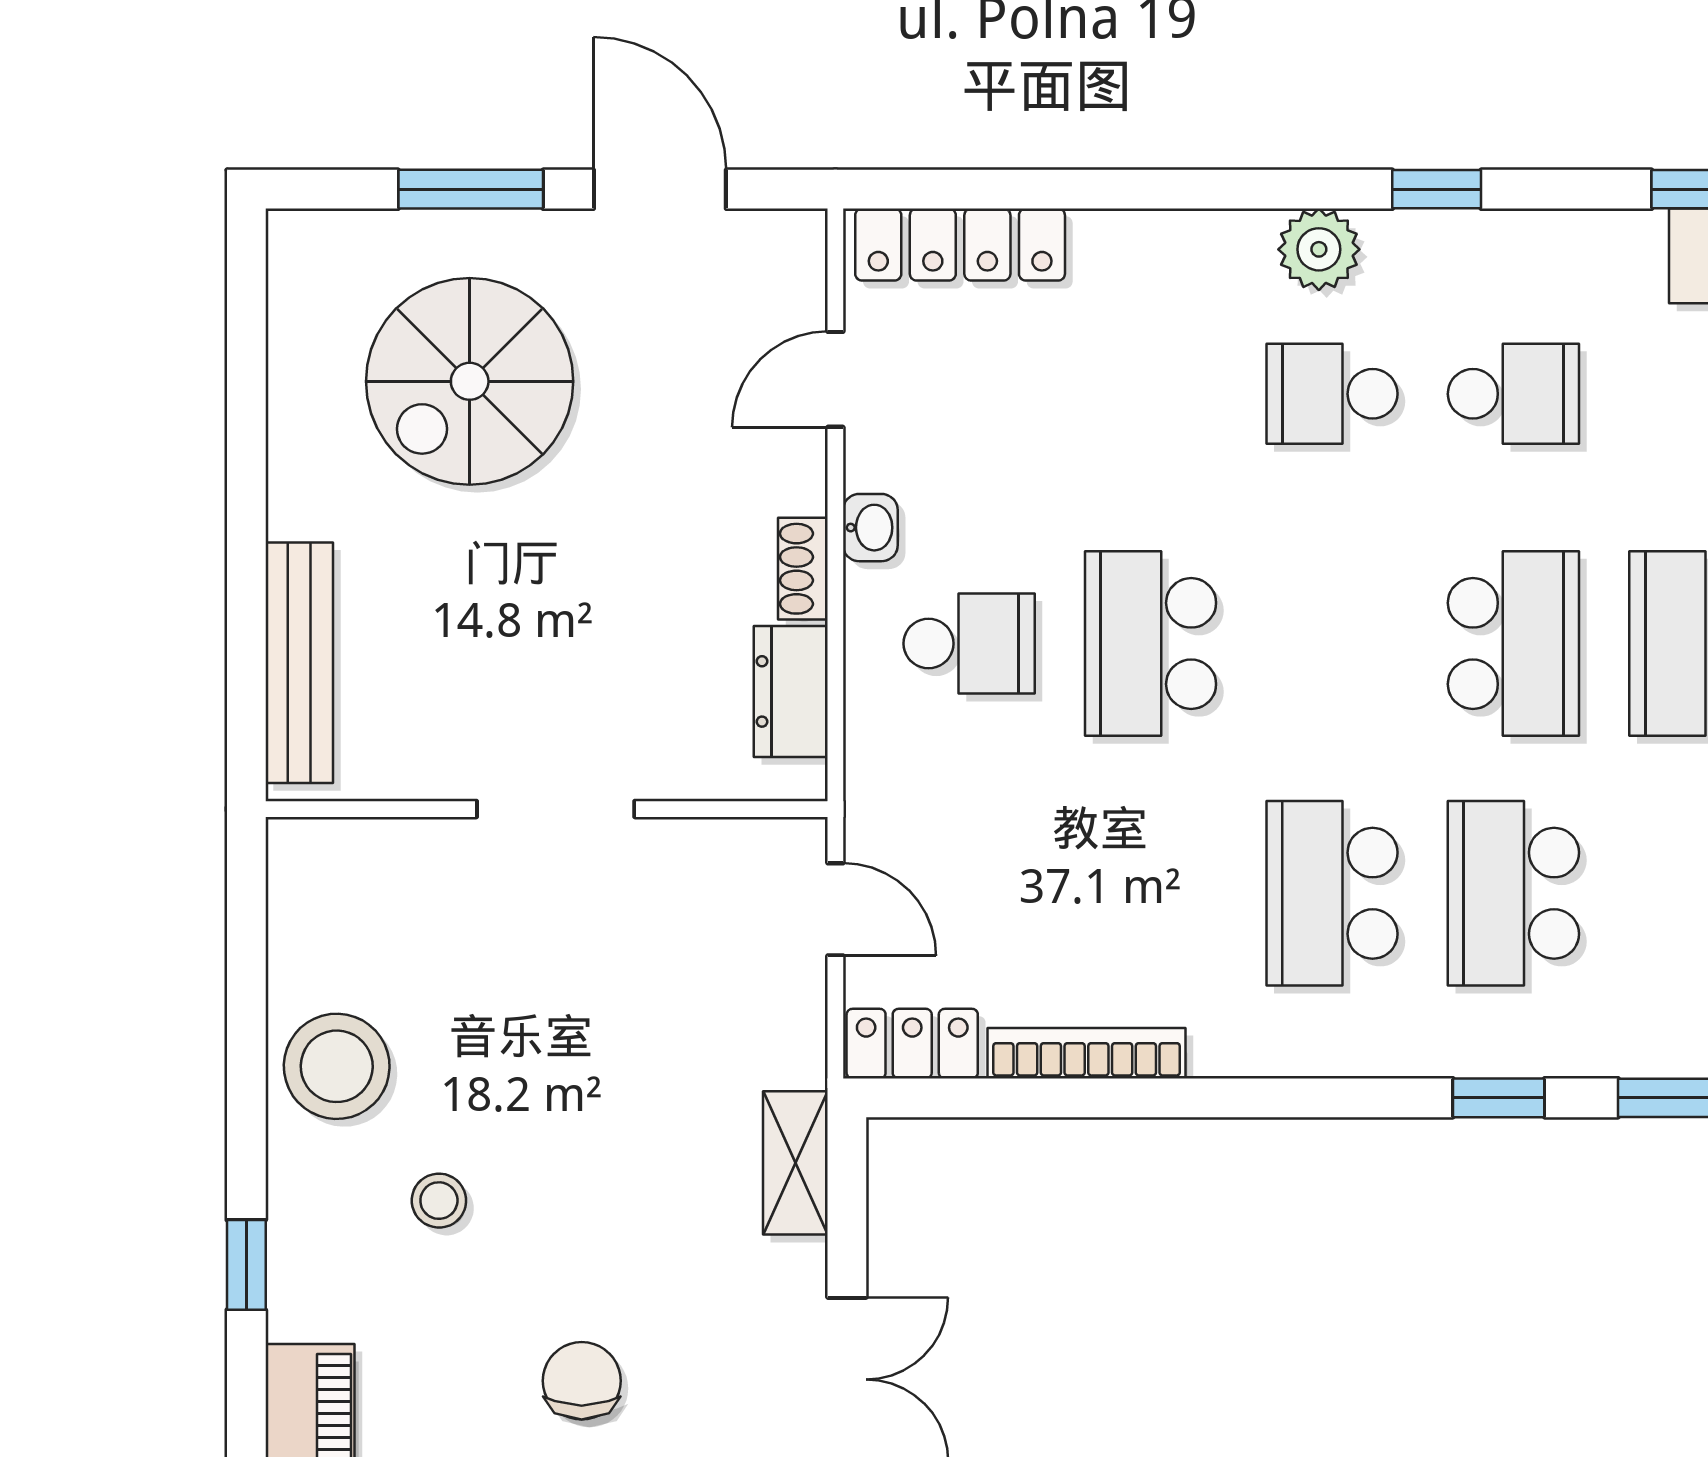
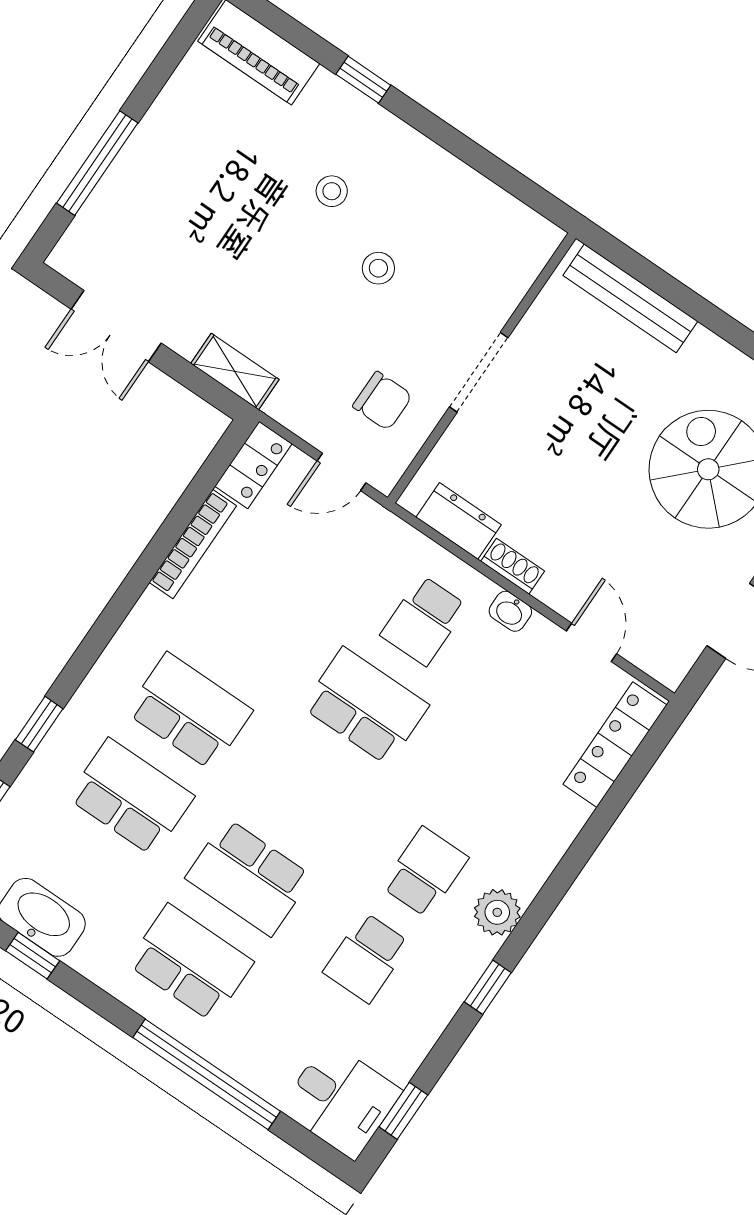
stool: (337, 1066) -> (378, 268), moved, width x0.53, depth x0.53
chair: (582, 1381) -> (382, 401), moved

